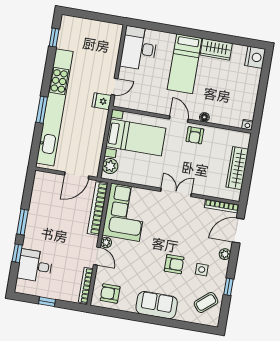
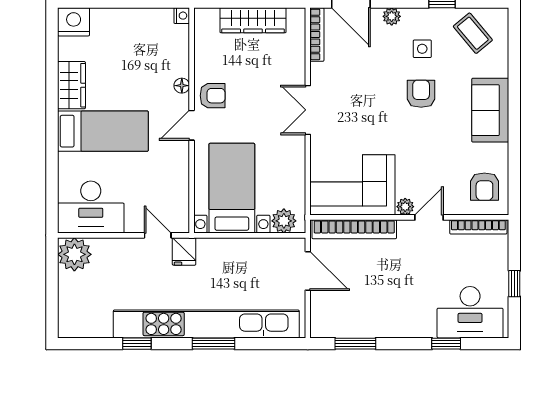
plant: (111, 33) -> (74, 254), added
window: (54, 38) -> (137, 344), moved
window: (23, 222) -> (355, 344), moved
desk: (35, 266) -> (470, 312), width x1.37

